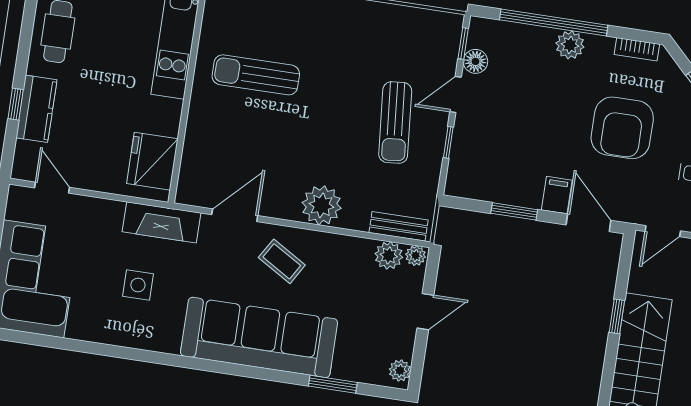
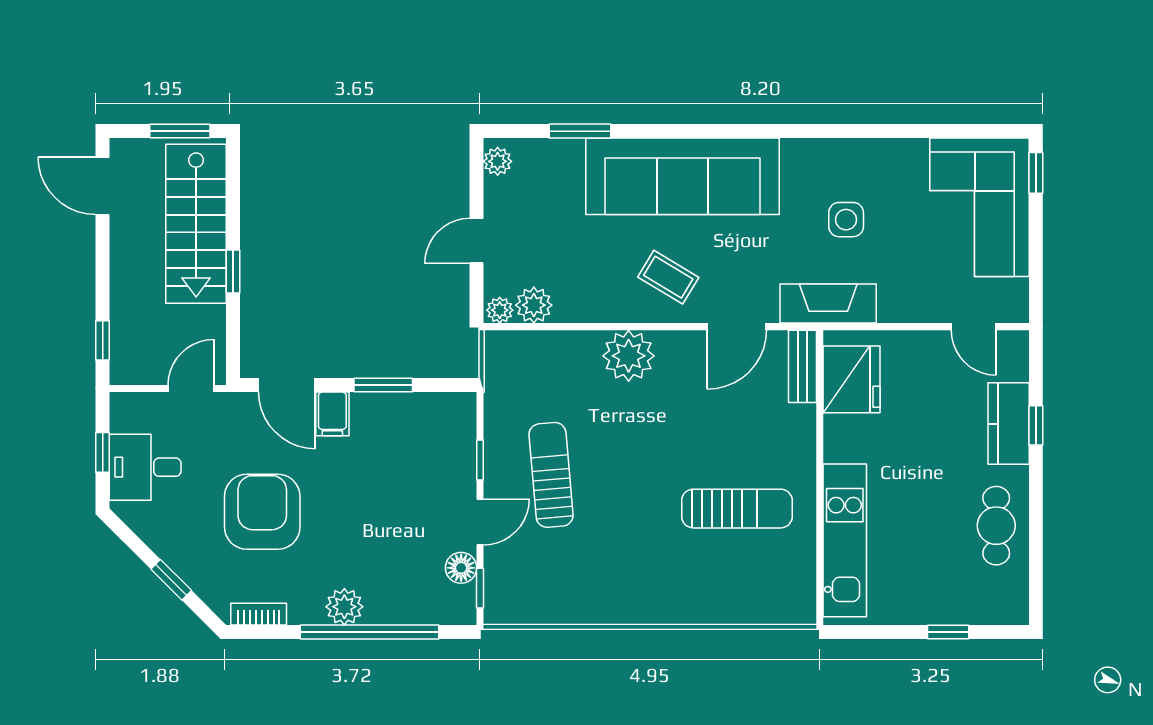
bench: (399, 226) -> (802, 366), moved, turned 90

